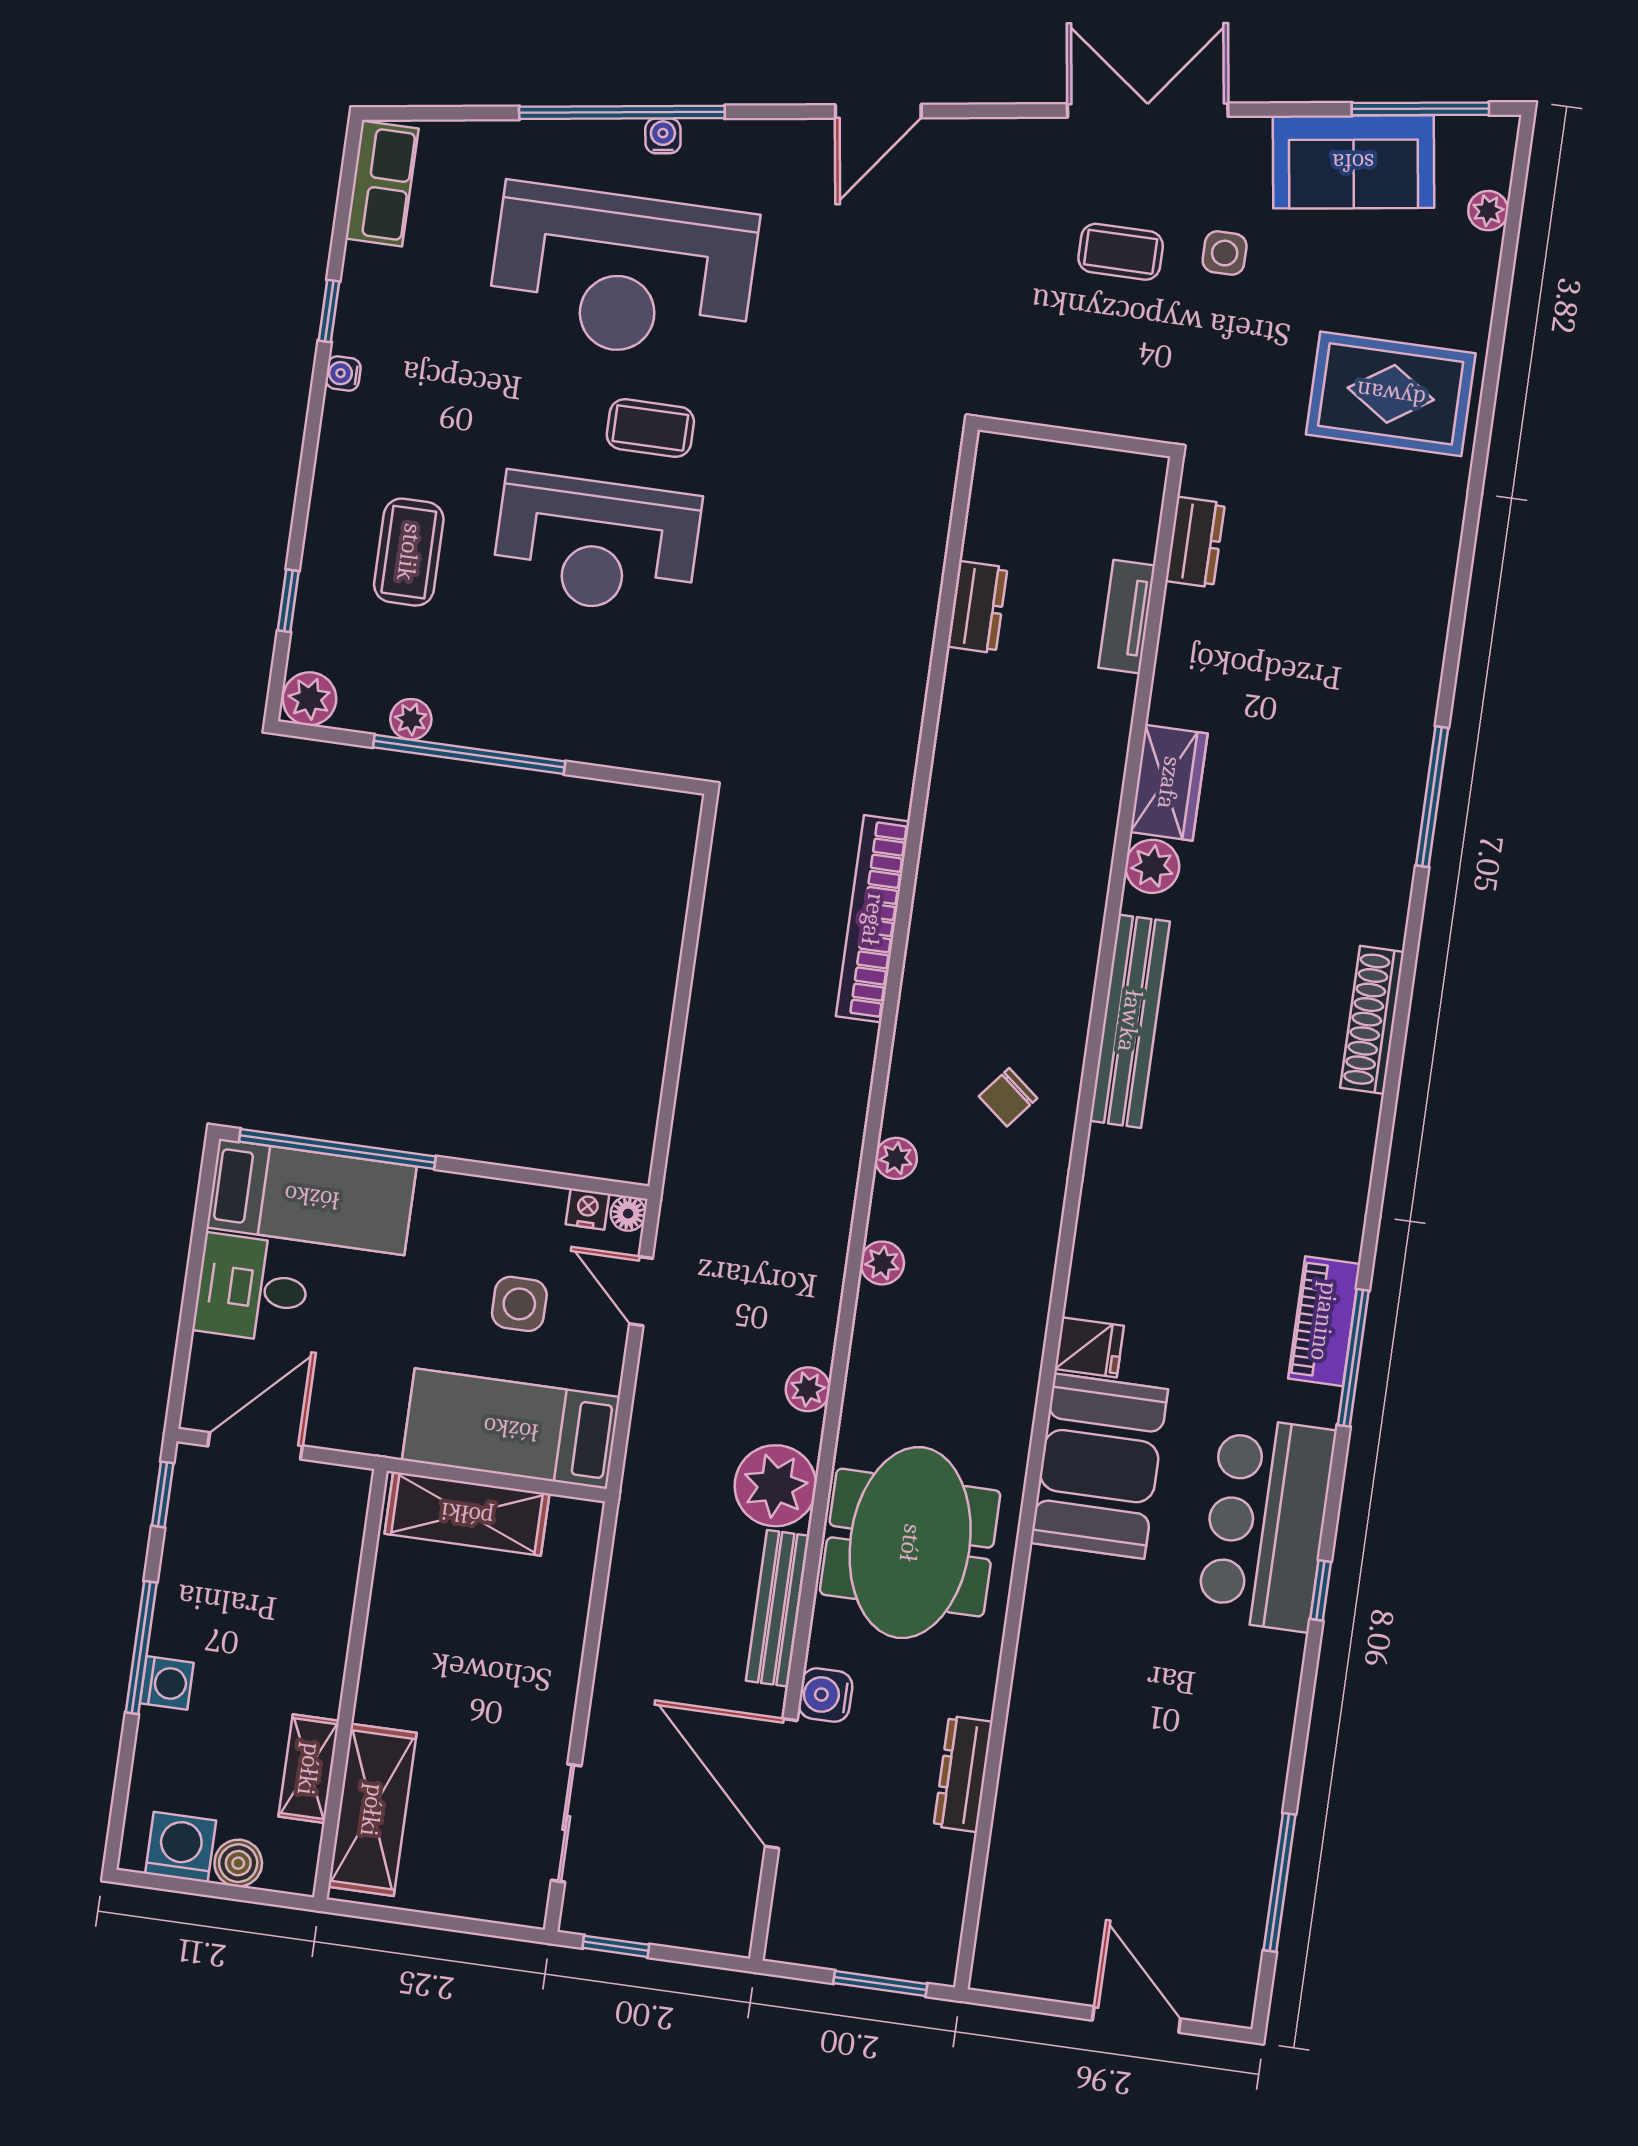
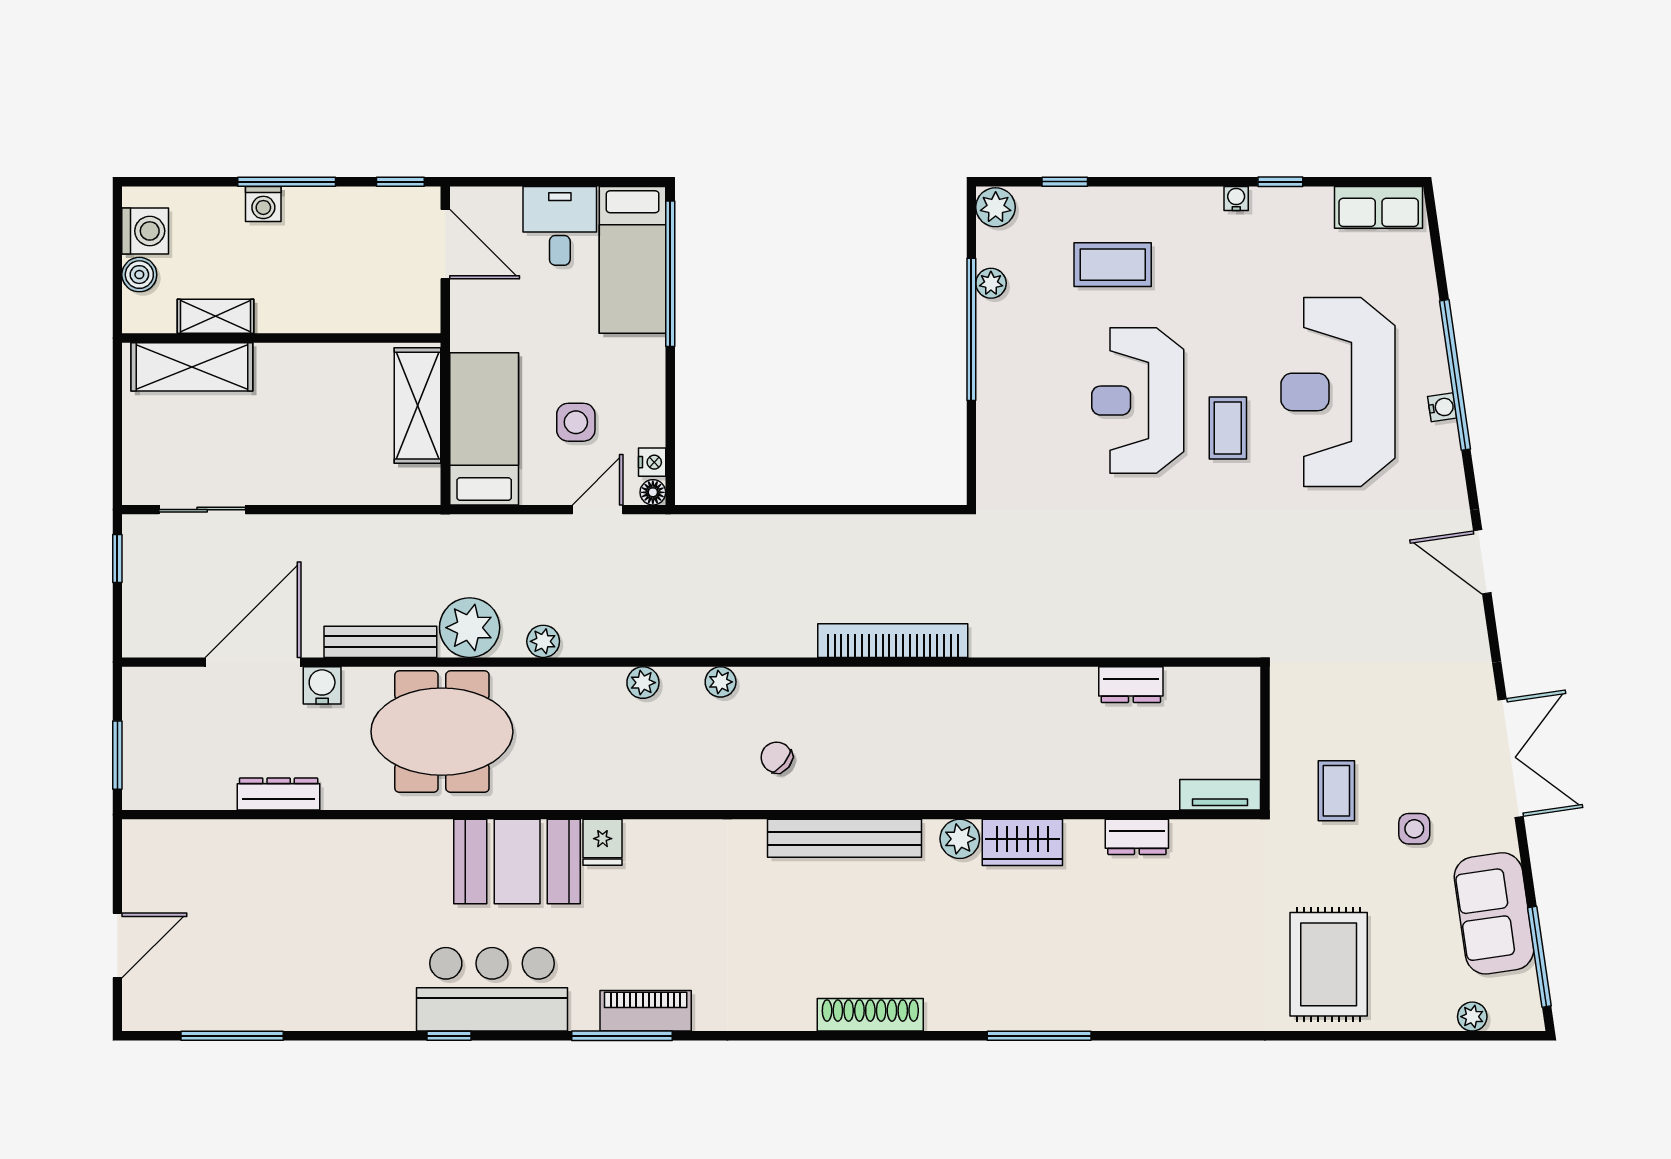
coffee table: (1121, 252) -> (1336, 791), moved
dresser: (1195, 542) -> (1137, 837), moved
tv unit: (1127, 617) -> (1220, 795), moved

